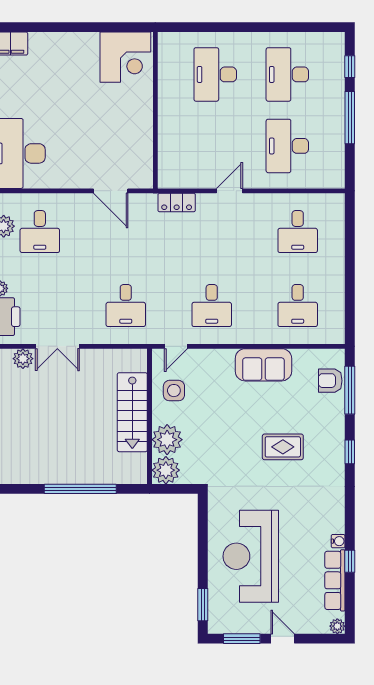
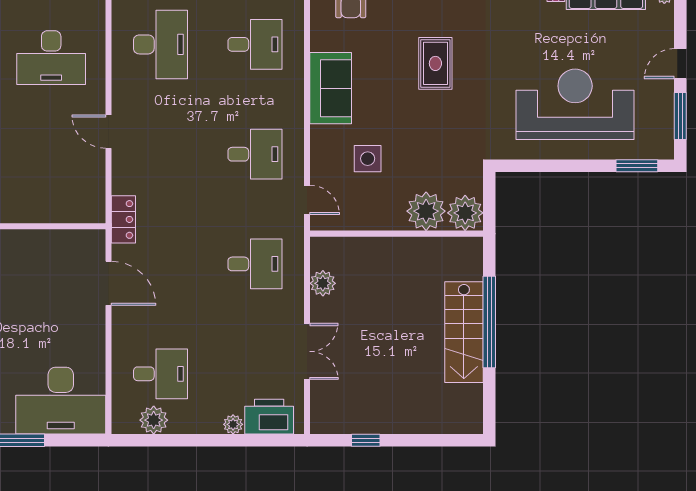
door: (111, 191) -> (108, 283), hinge flipped
locker: (177, 203) -> (123, 219), moved
desk: (298, 232) -> (161, 44), width x1.37
plant: (23, 359) -> (323, 283), moved
side table: (174, 391) -> (368, 159), moved
stairs: (132, 412) -> (464, 332), moved, turned 90
reception desk: (251, 556) -> (575, 104), turned 180

